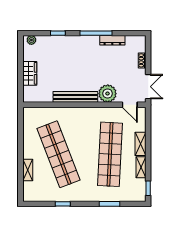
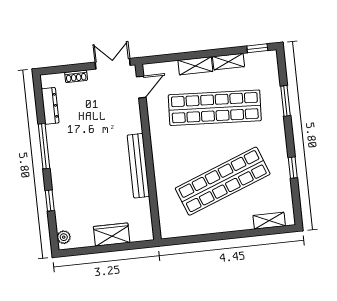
dresser: (112, 40) -> (50, 106), moved
plant: (108, 94) -> (128, 121), removed
shelving: (28, 170) -> (269, 221), moved

